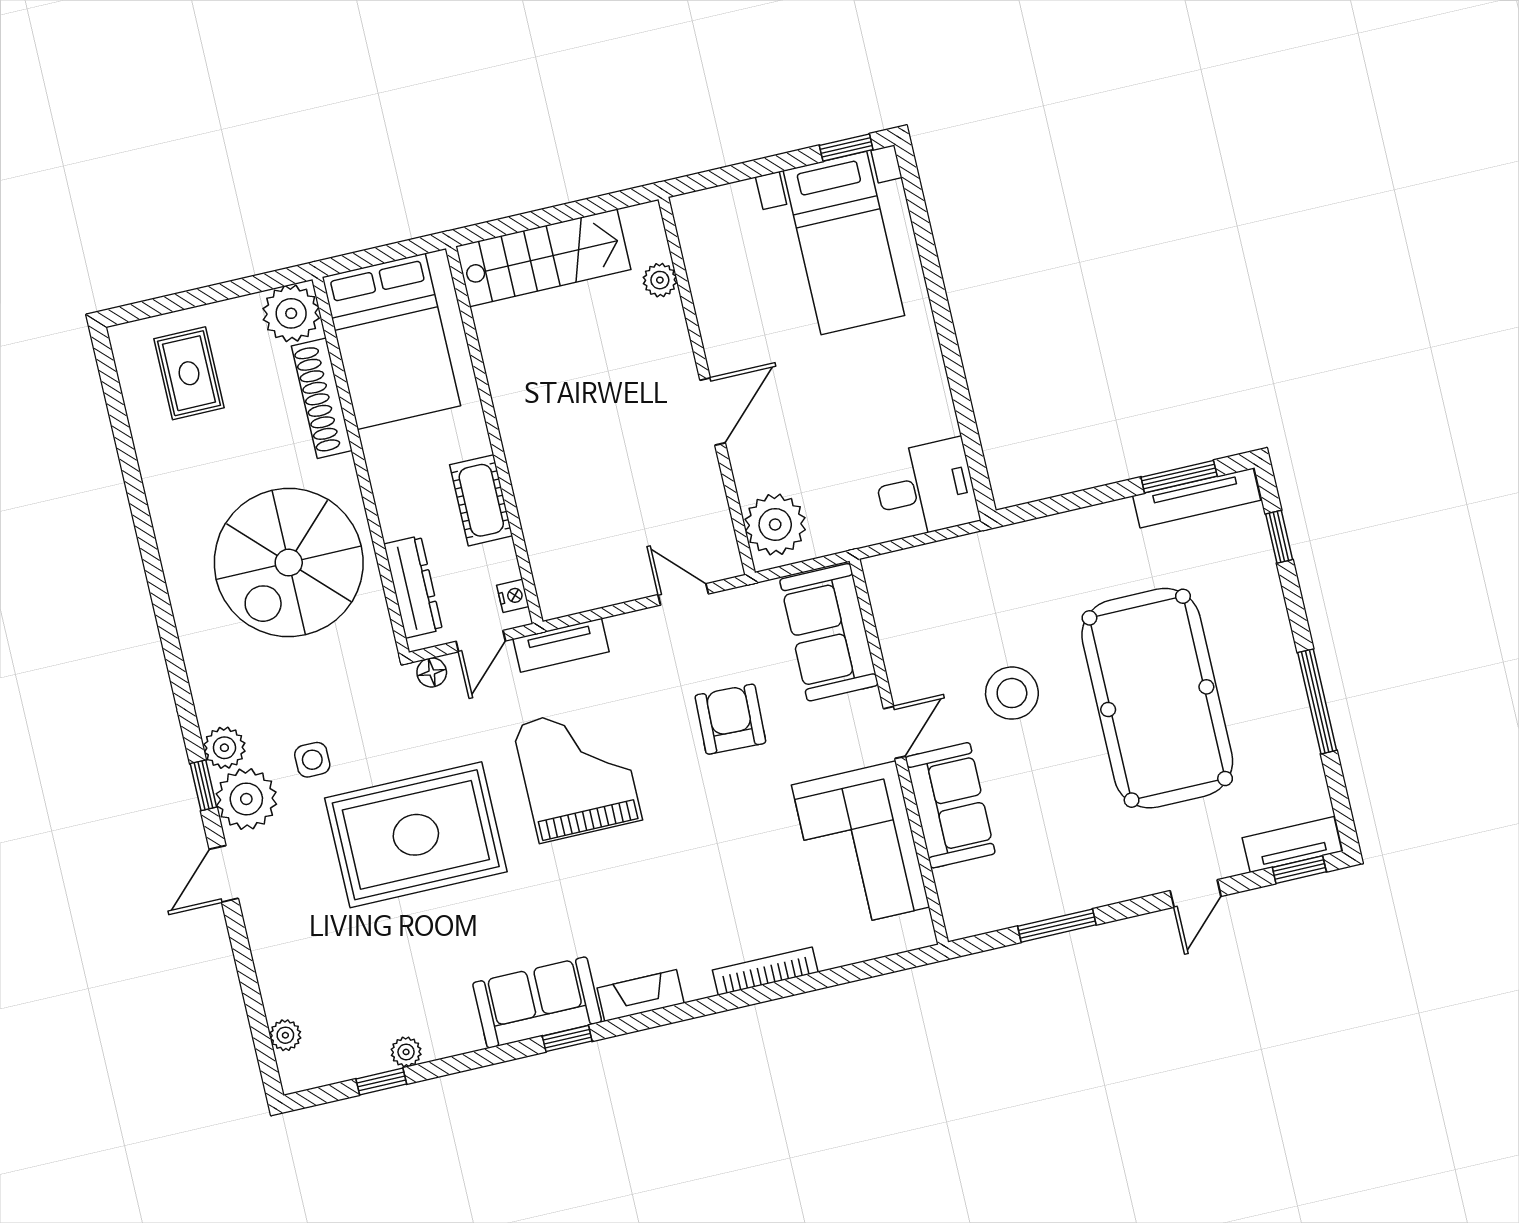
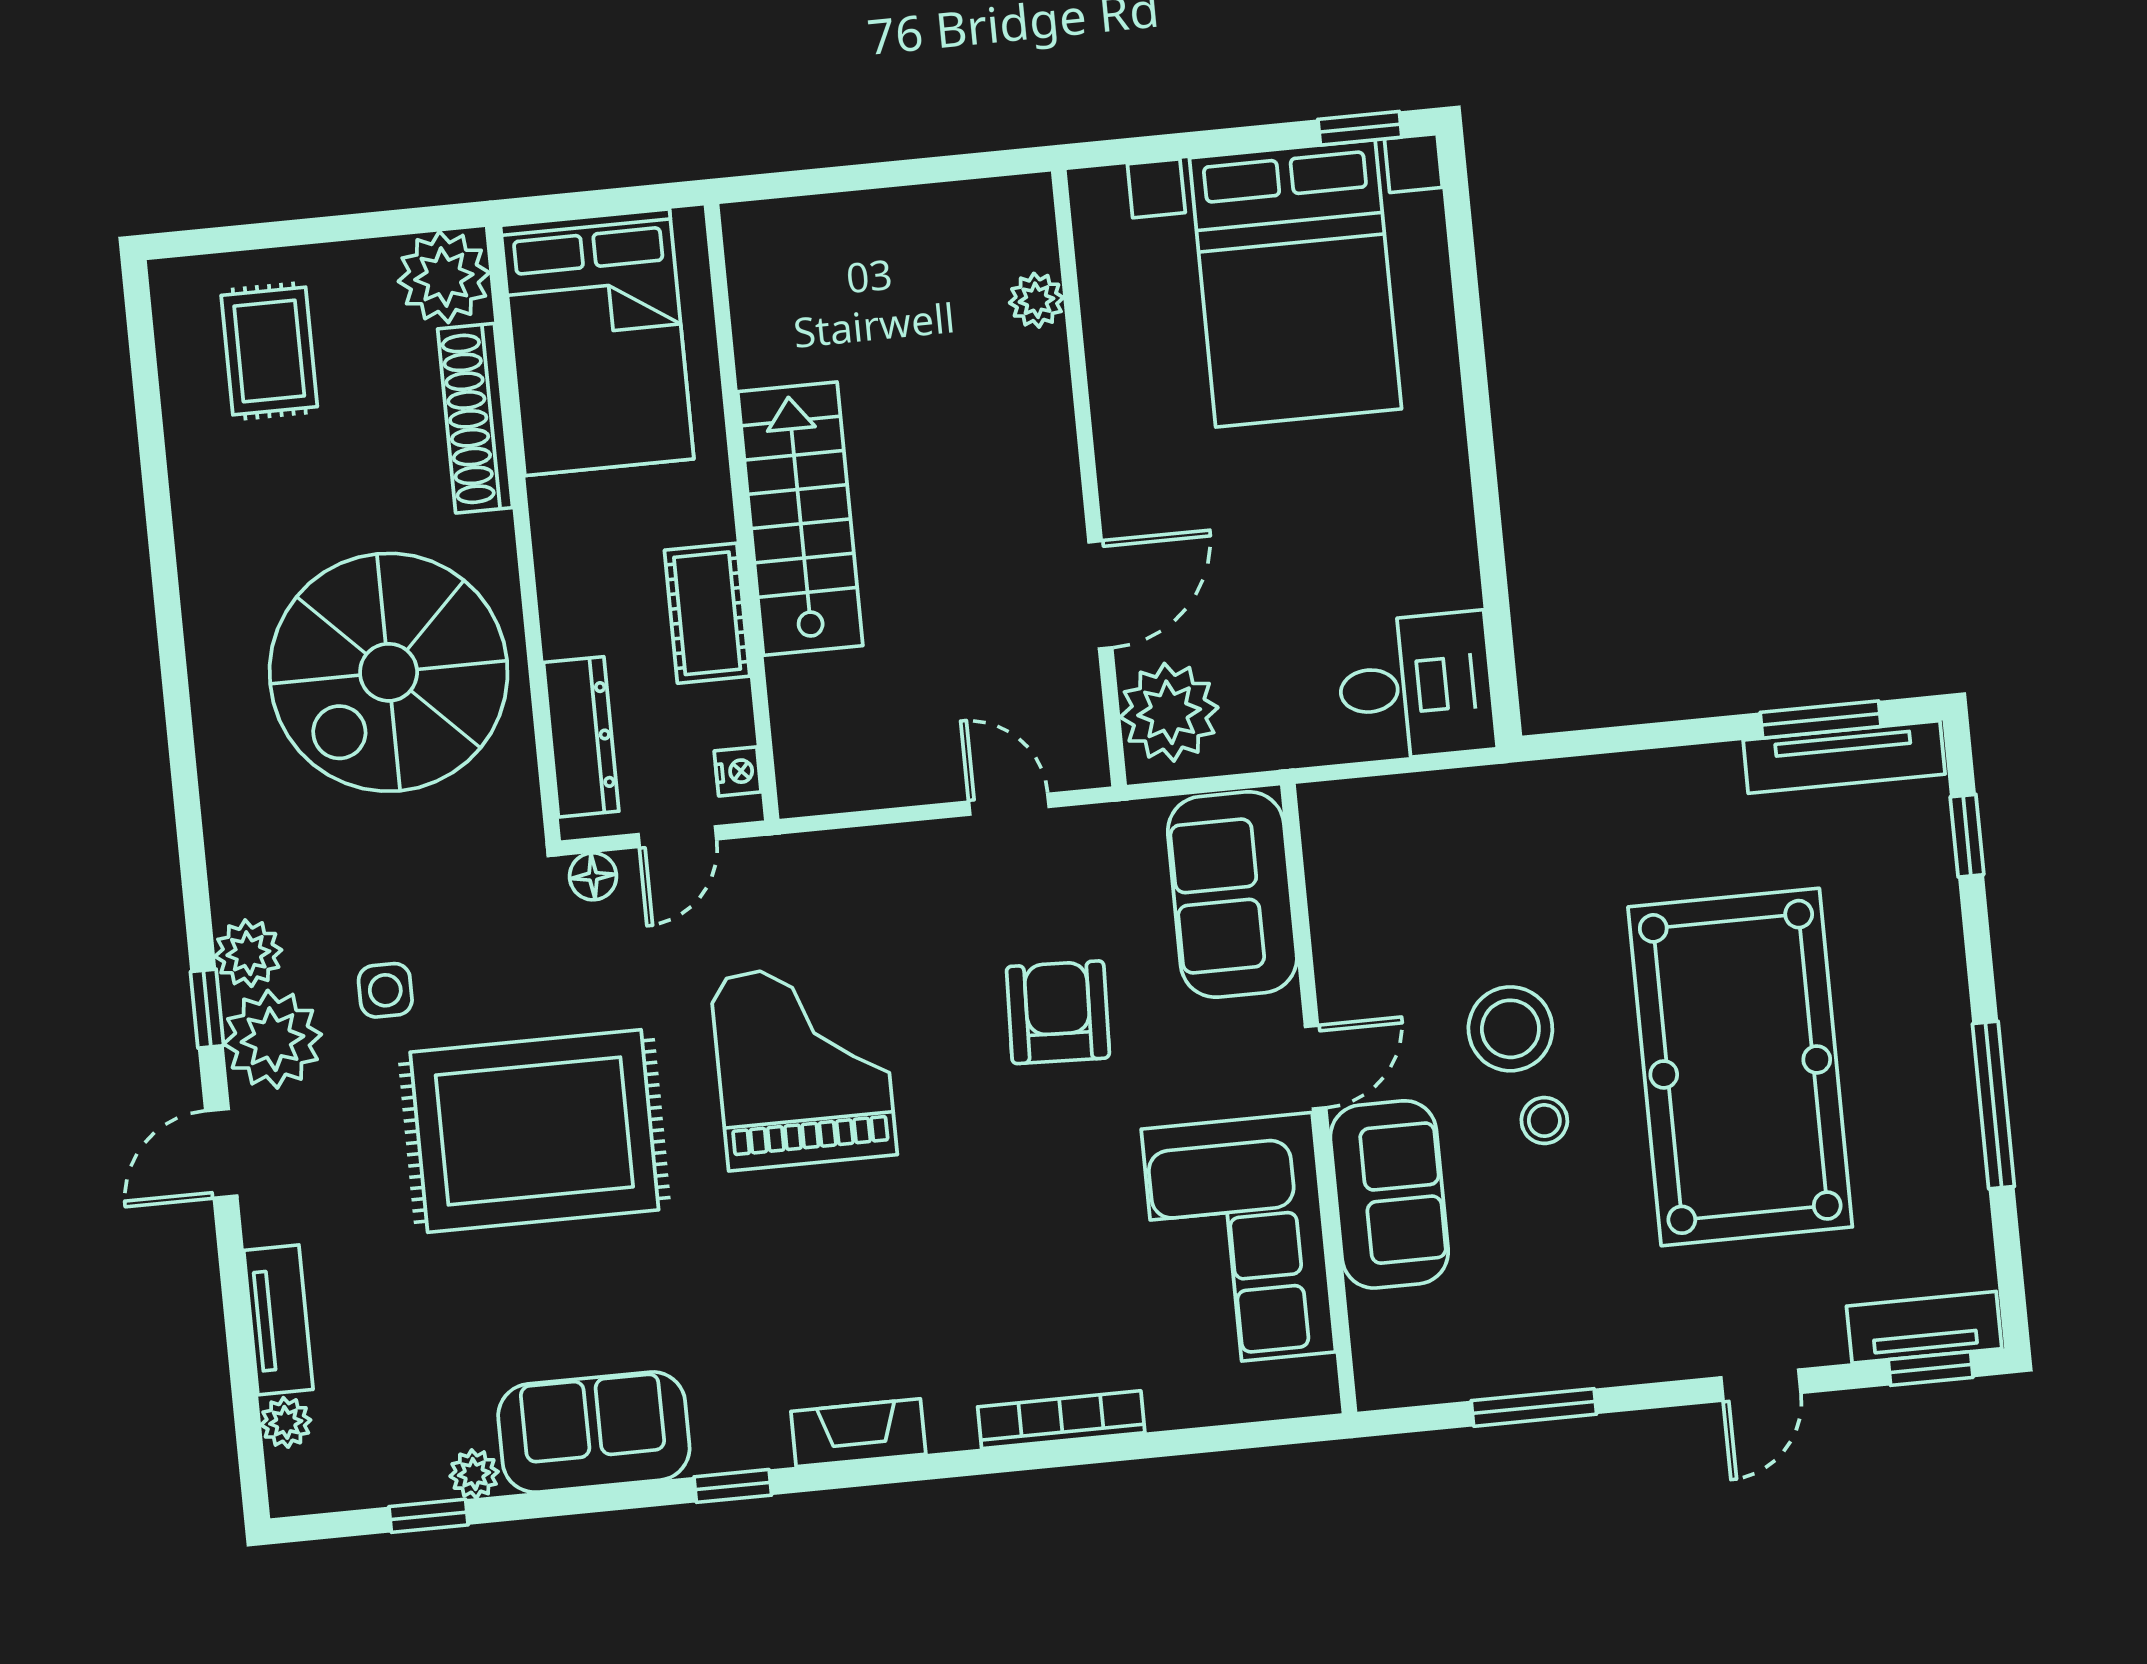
bed with nightstands: (844, 243) -> (1295, 283), width x1.36
stairs: (543, 258) -> (800, 519), moved, turned -90
door: (713, 411) -> (1100, 595), moved
tv unit: (561, 645) -> (278, 1320), moved, turned -90
stool: (1040, 747) -> (1544, 1121), added
sofa: (537, 1002) -> (594, 1432), moved

